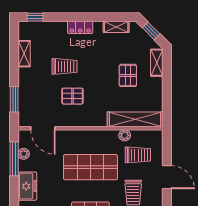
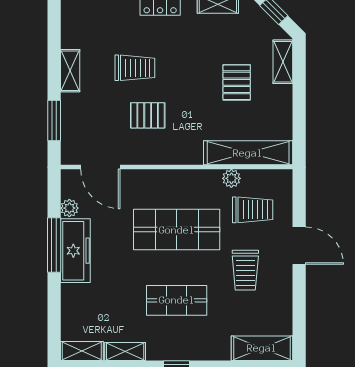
shelving: (24, 54) -> (70, 71), moved
window: (14, 159) -> (54, 245), moved
freezer: (27, 186) -> (75, 251), width x1.40

